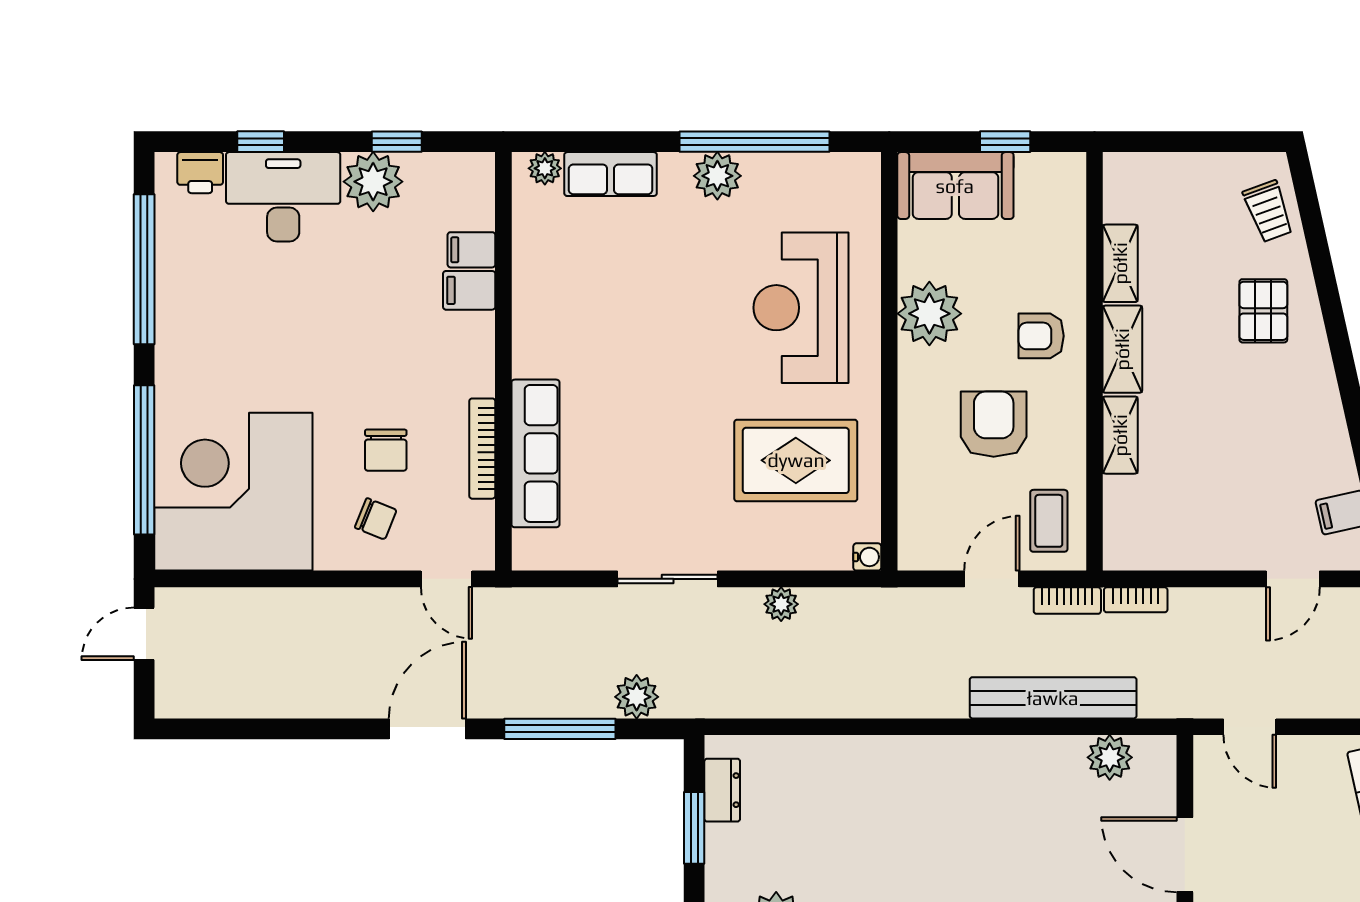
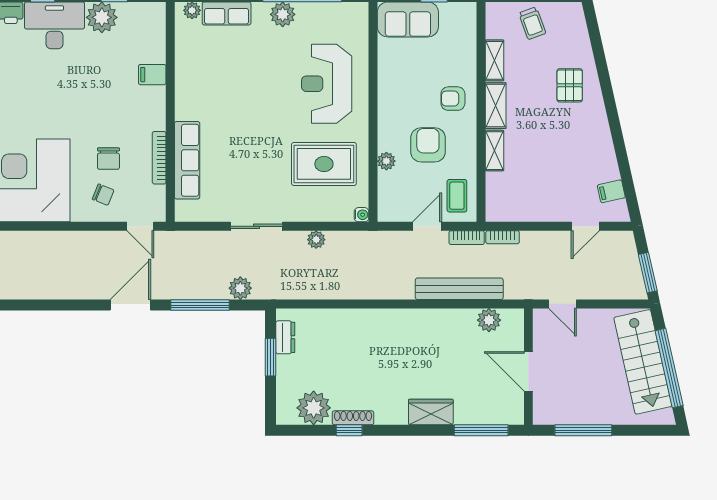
trolley: (1268, 211) -> (532, 23), moved
filing cabinet: (471, 250) -> (153, 53), removed
plant: (929, 314) -> (386, 161), moved, width x0.53, depth x0.53

